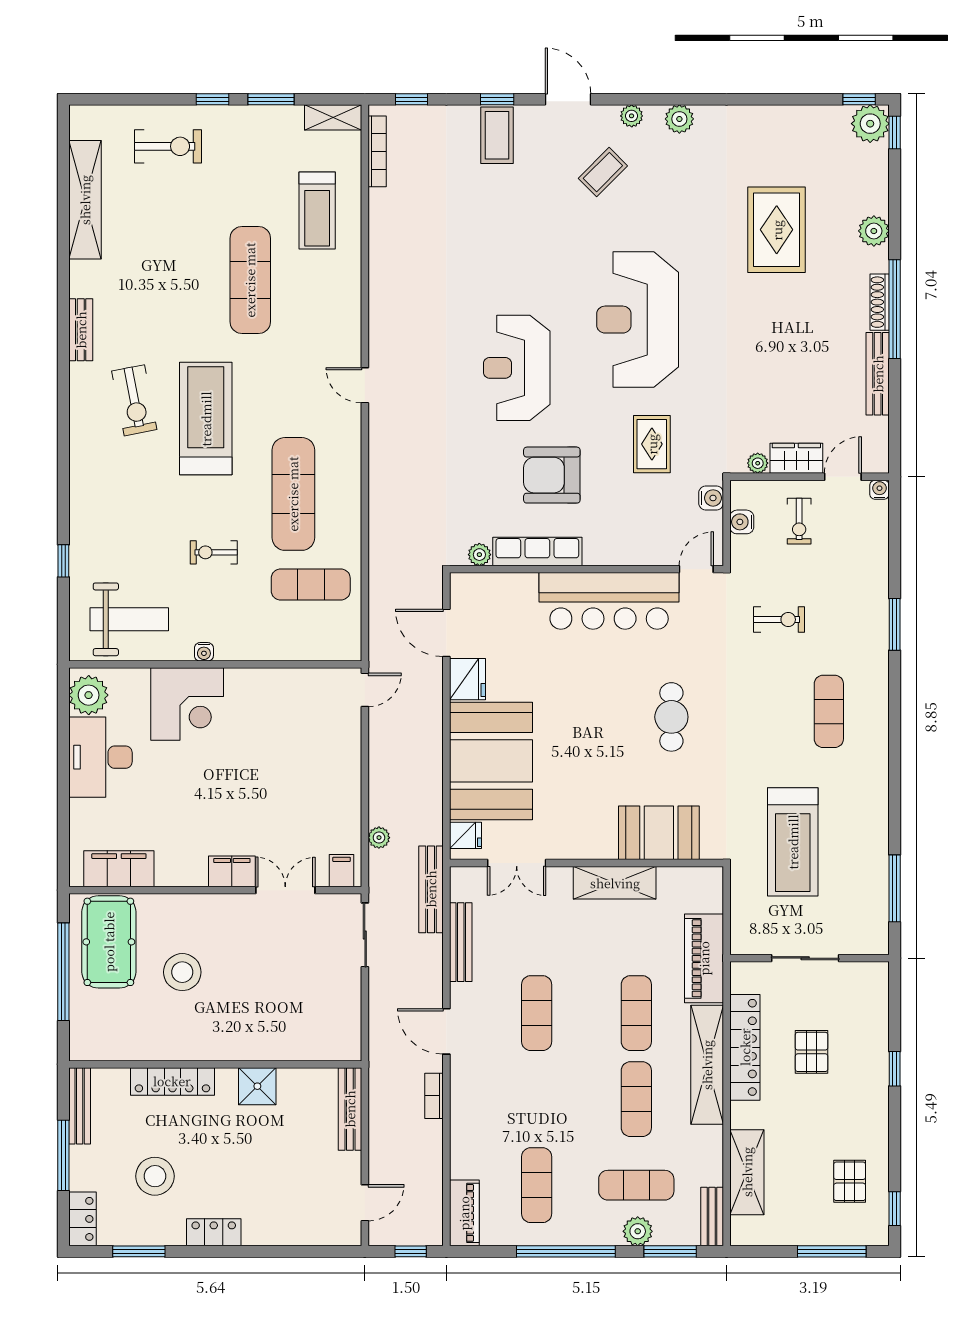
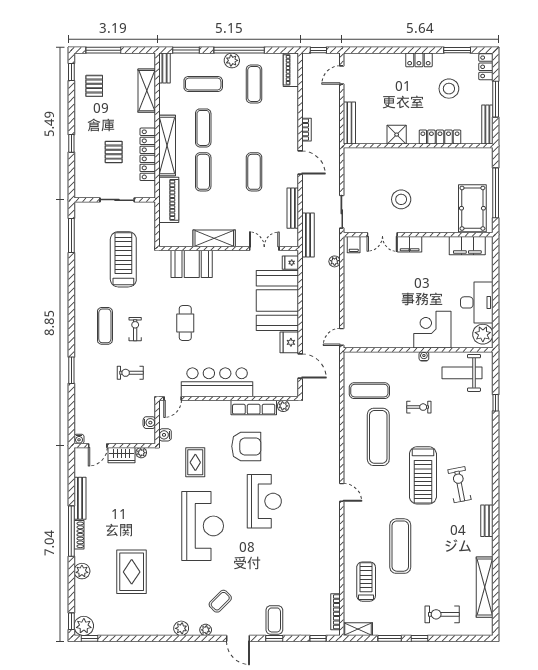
exercise bike: (799, 521) -> (135, 329), moved
stool: (182, 972) -> (401, 199), moved
plant: (638, 1231) -> (232, 60), moved

